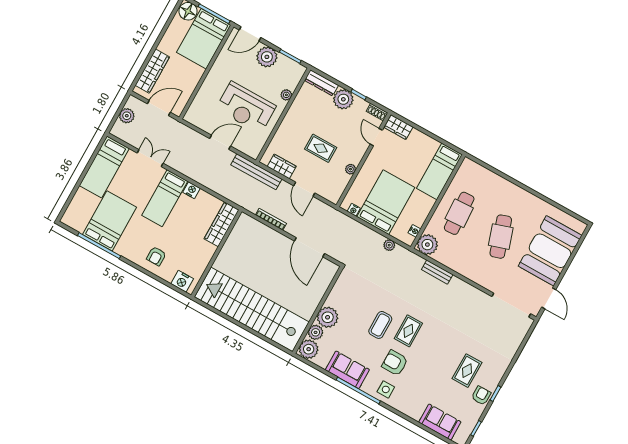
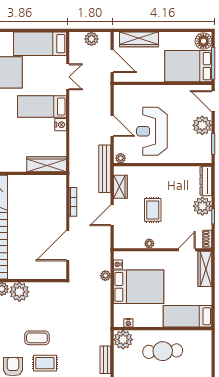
plant: (286, 95) -> (121, 158), moved
wardrobe: (398, 127) -> (205, 269), width x1.50
plant: (389, 245) -> (105, 276), moved

